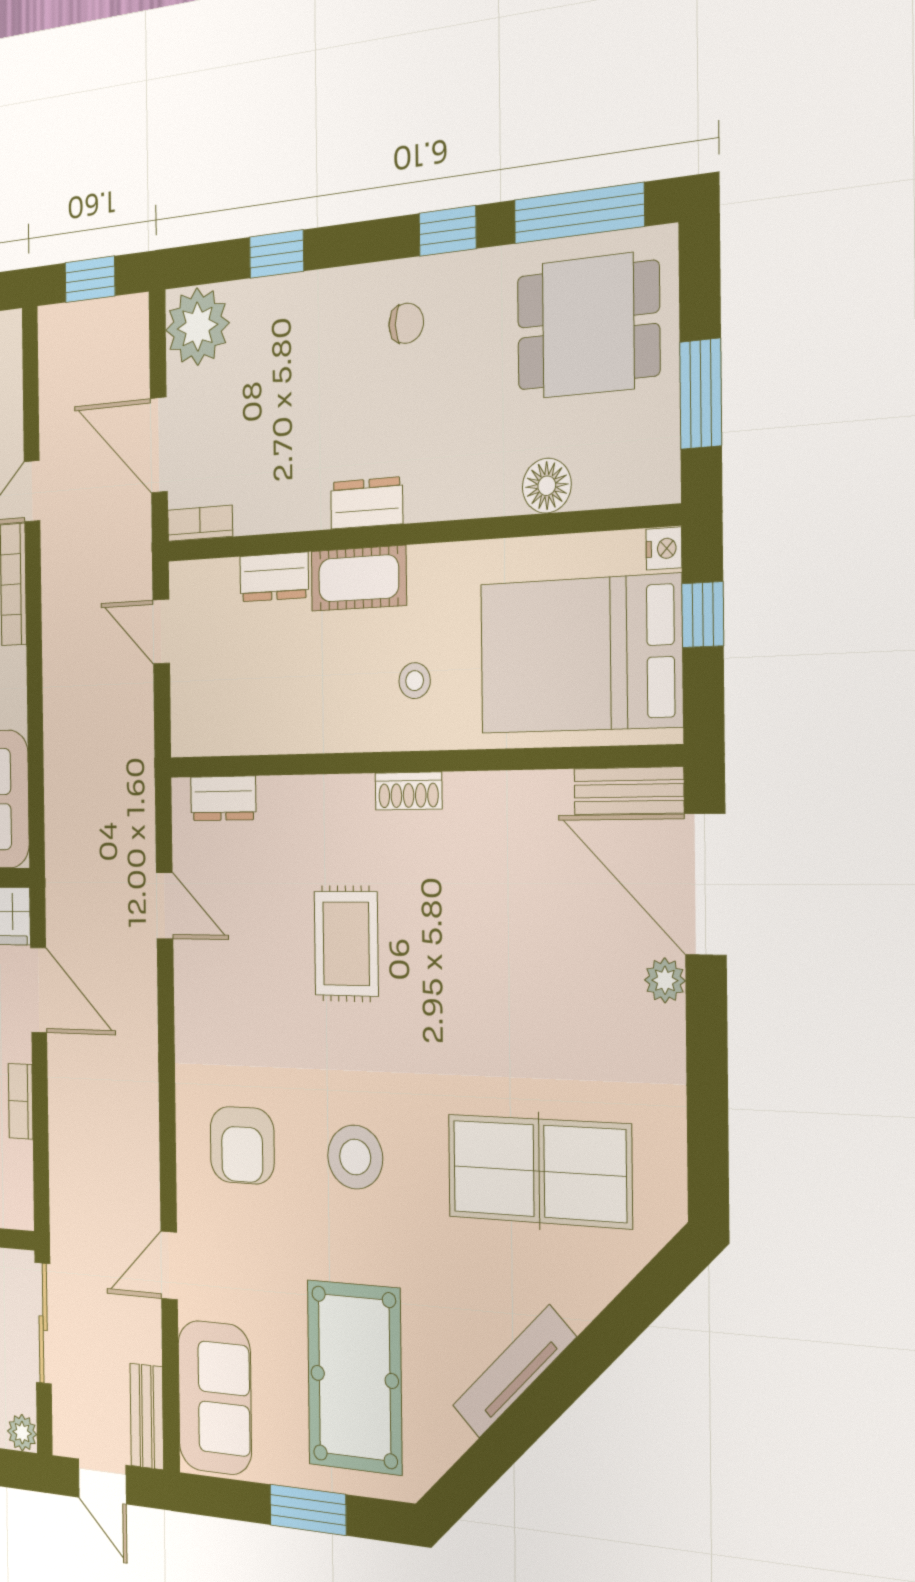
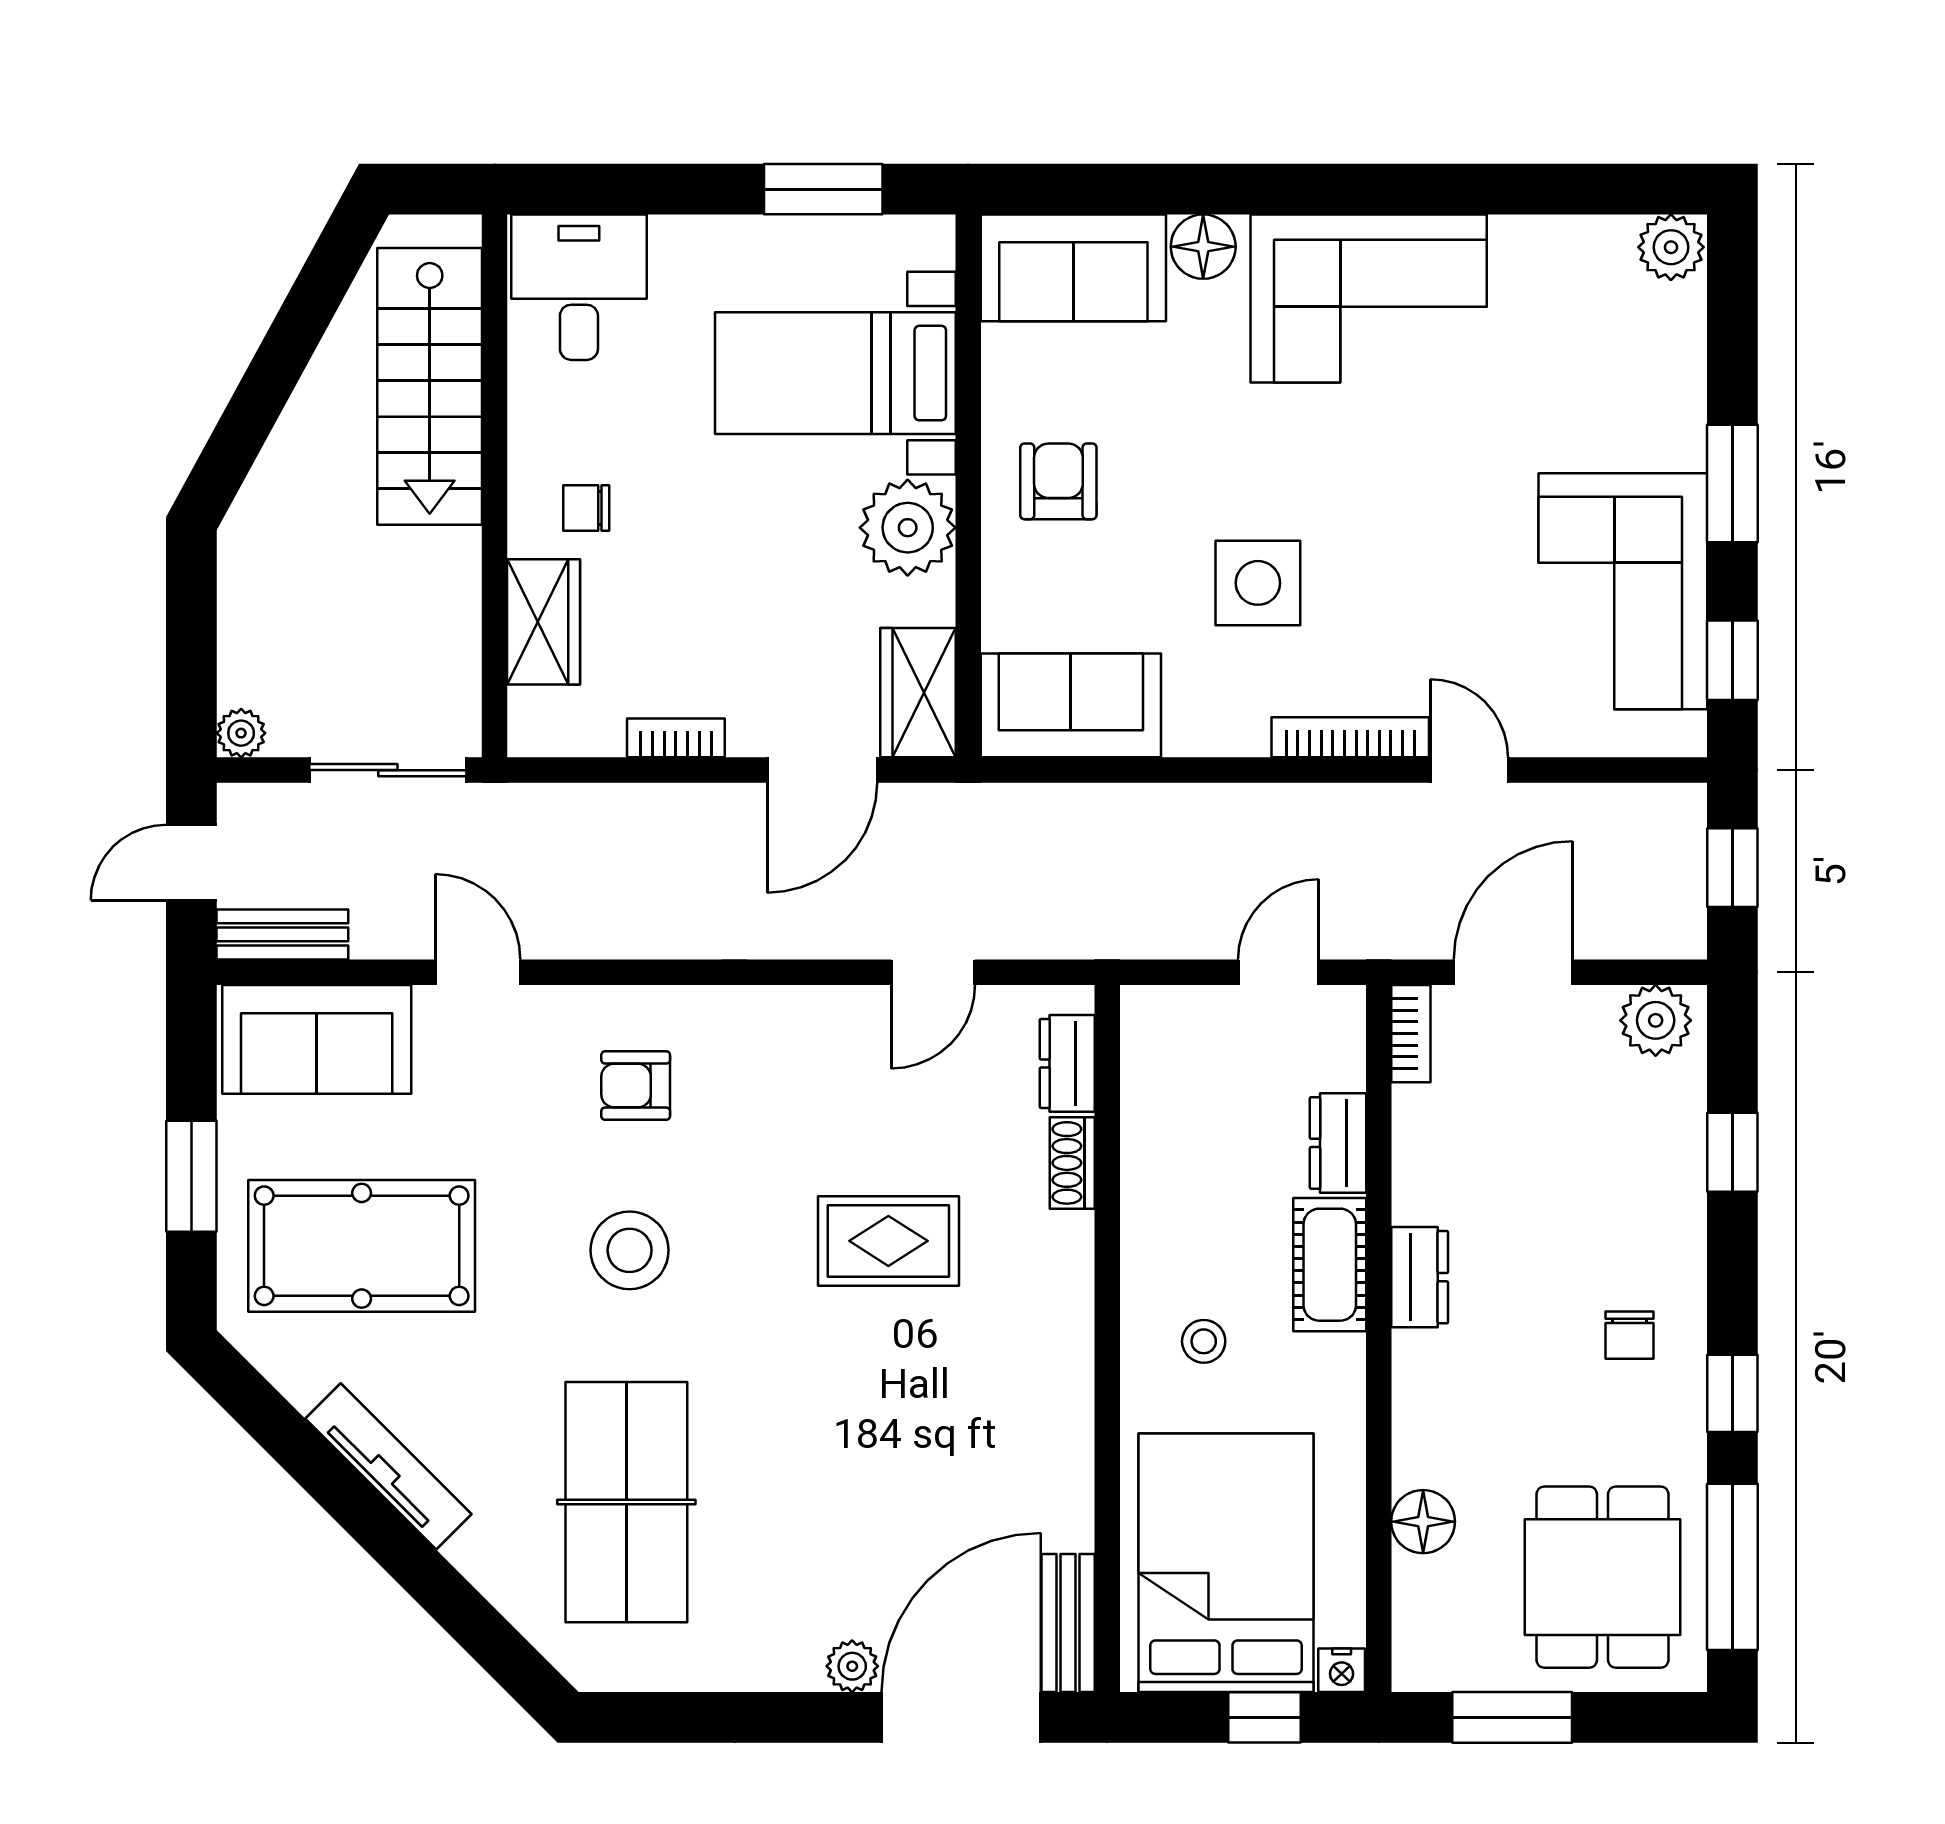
plant: (197, 327) -> (1656, 1020), width x0.73, depth x0.73
shoe rack: (409, 791) -> (1072, 1163), moved
armchair: (242, 1145) -> (636, 1086), width x0.72, depth x0.72

